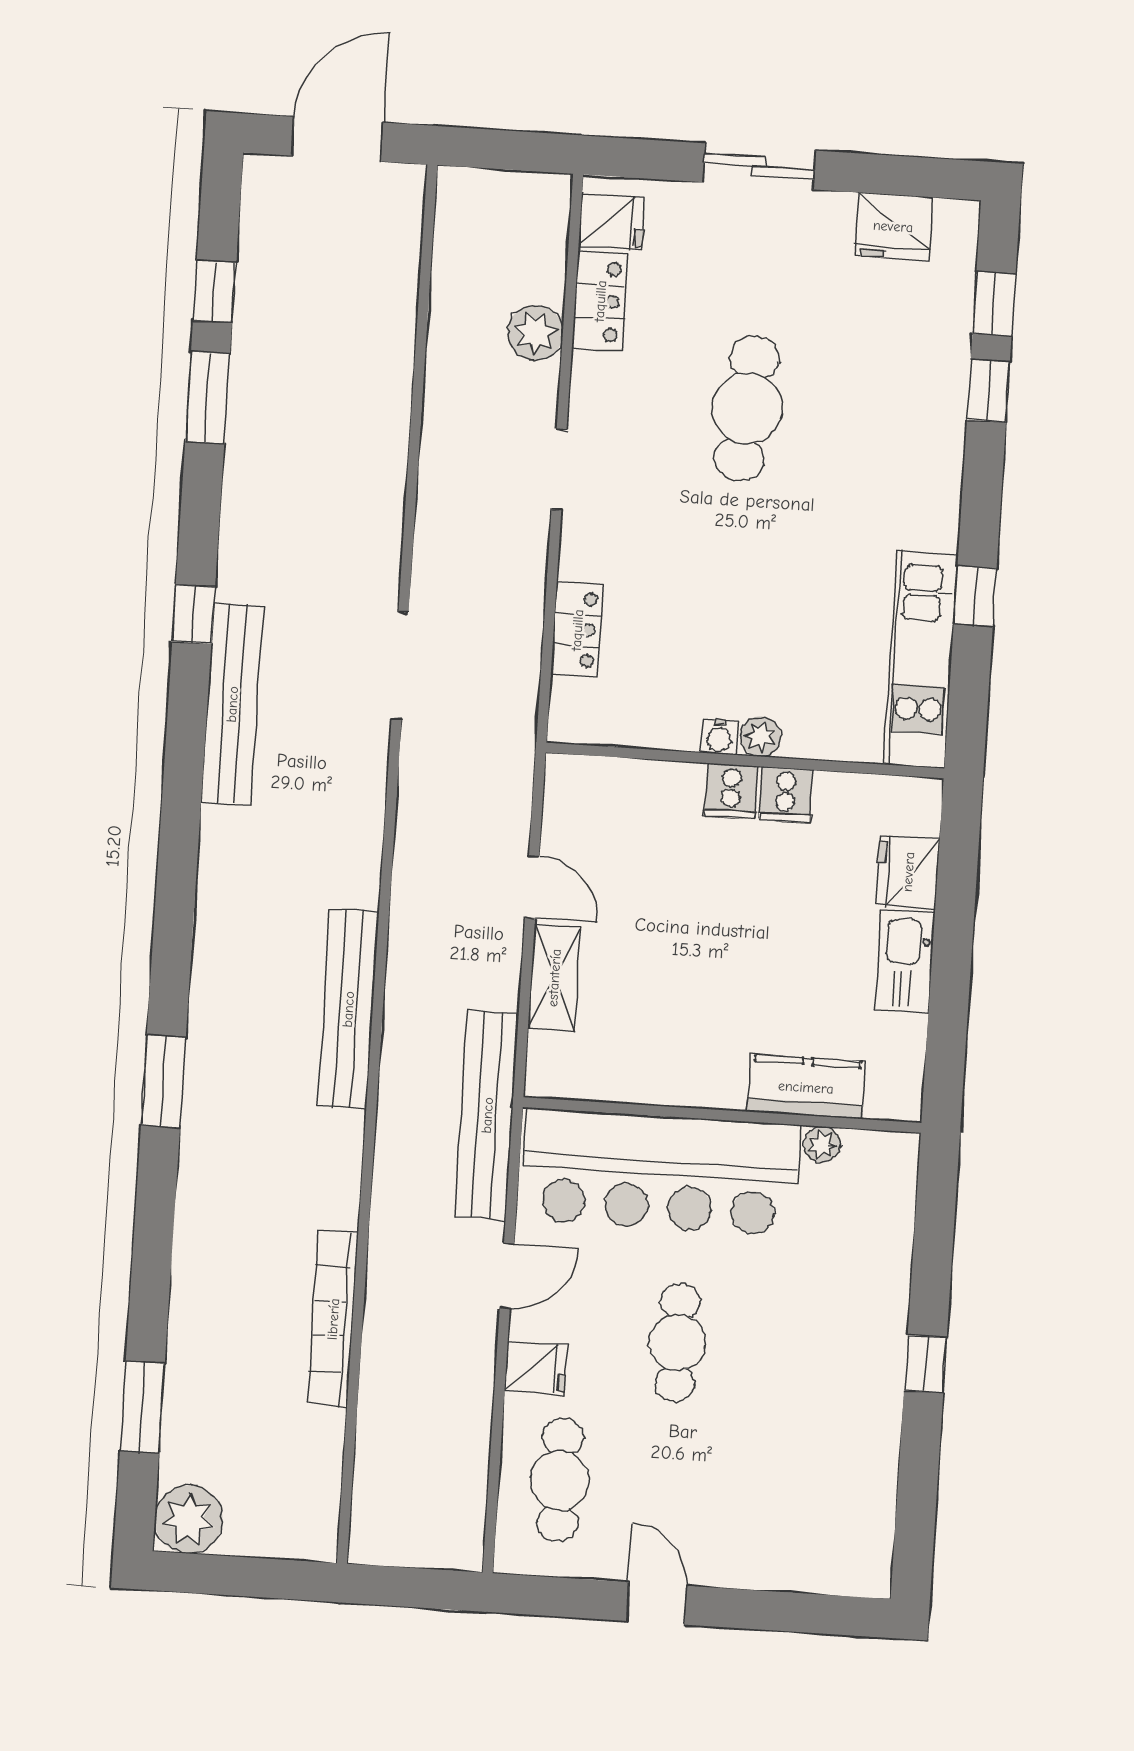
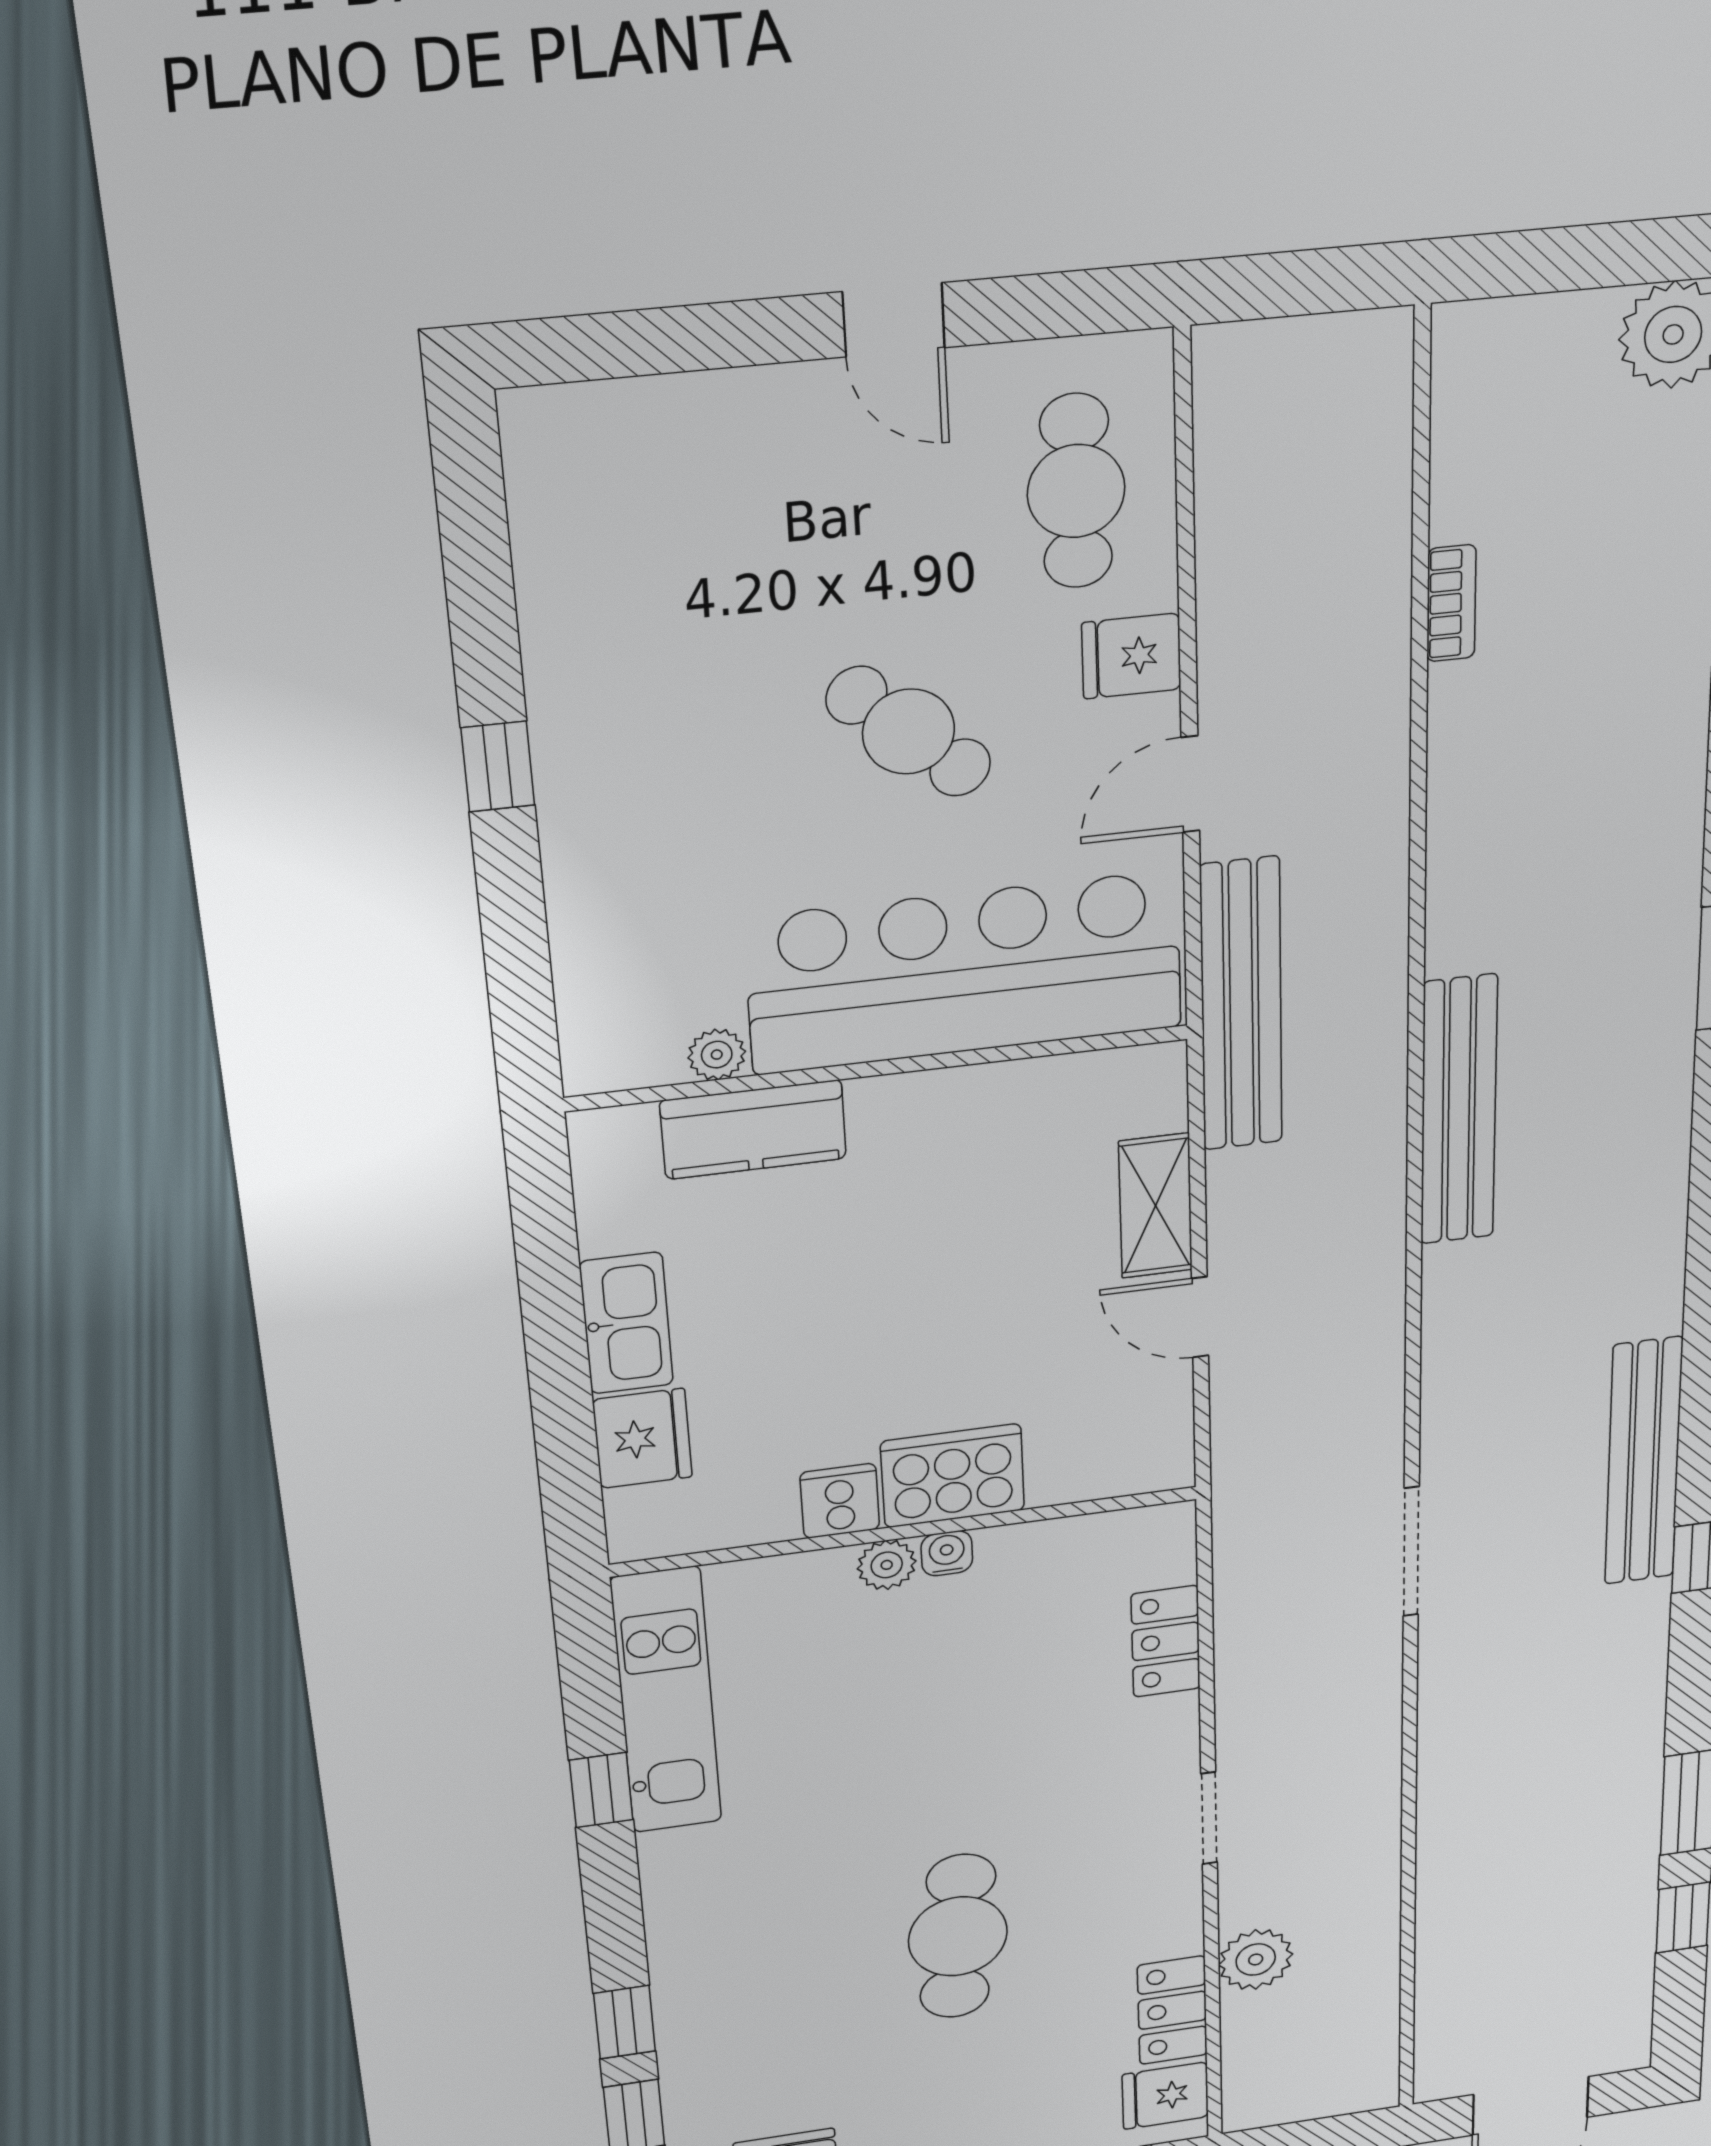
cooker: (731, 791) -> (953, 1476), width x1.87, depth x1.31
bookcase: (333, 1319) -> (1451, 603), width x0.43, depth x0.76
cafe table: (677, 1343) -> (909, 732), turned -48

